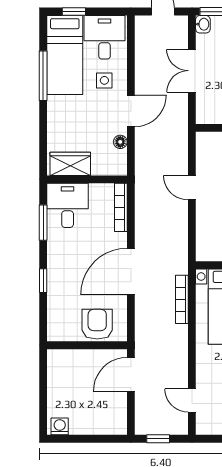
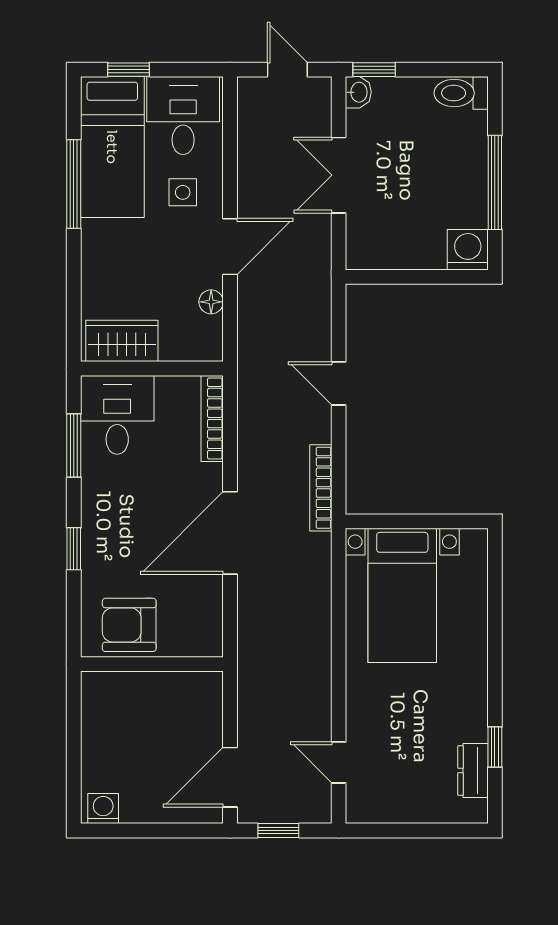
bookcase: (182, 299) -> (321, 488), moved
armchair: (97, 324) -> (129, 625), moved, turned -90
door: (131, 374) -> (230, 777), moved

